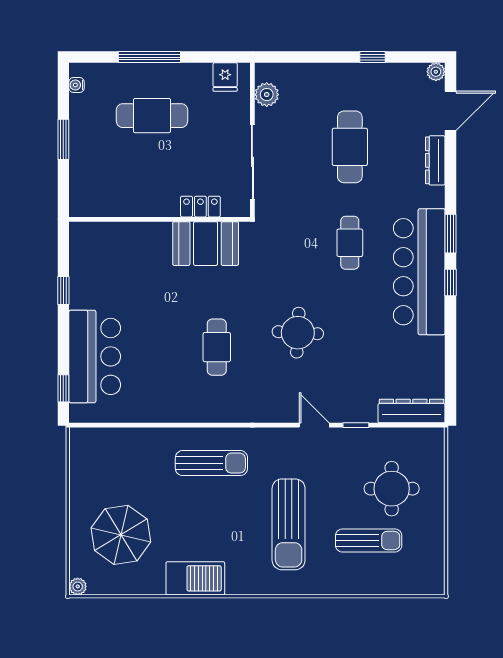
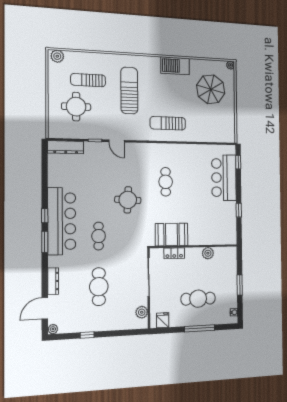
plant: (131, 205) -> (208, 253), added
round table: (298, 333) -> (128, 200), moved
plant: (427, 583) -> (57, 56), added

